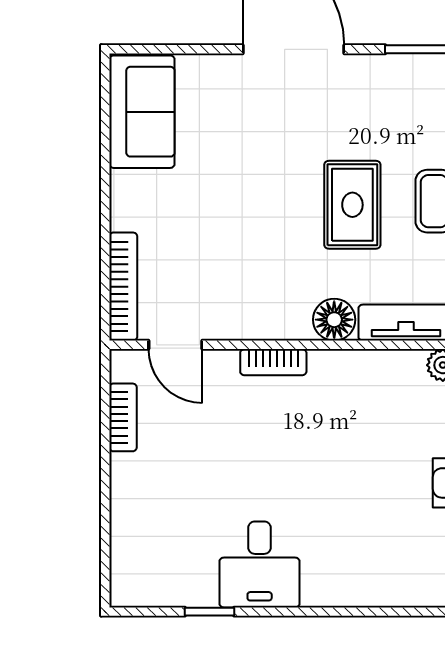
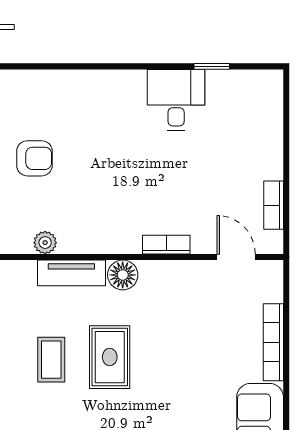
bookcase: (123, 287) -> (273, 342), moved

